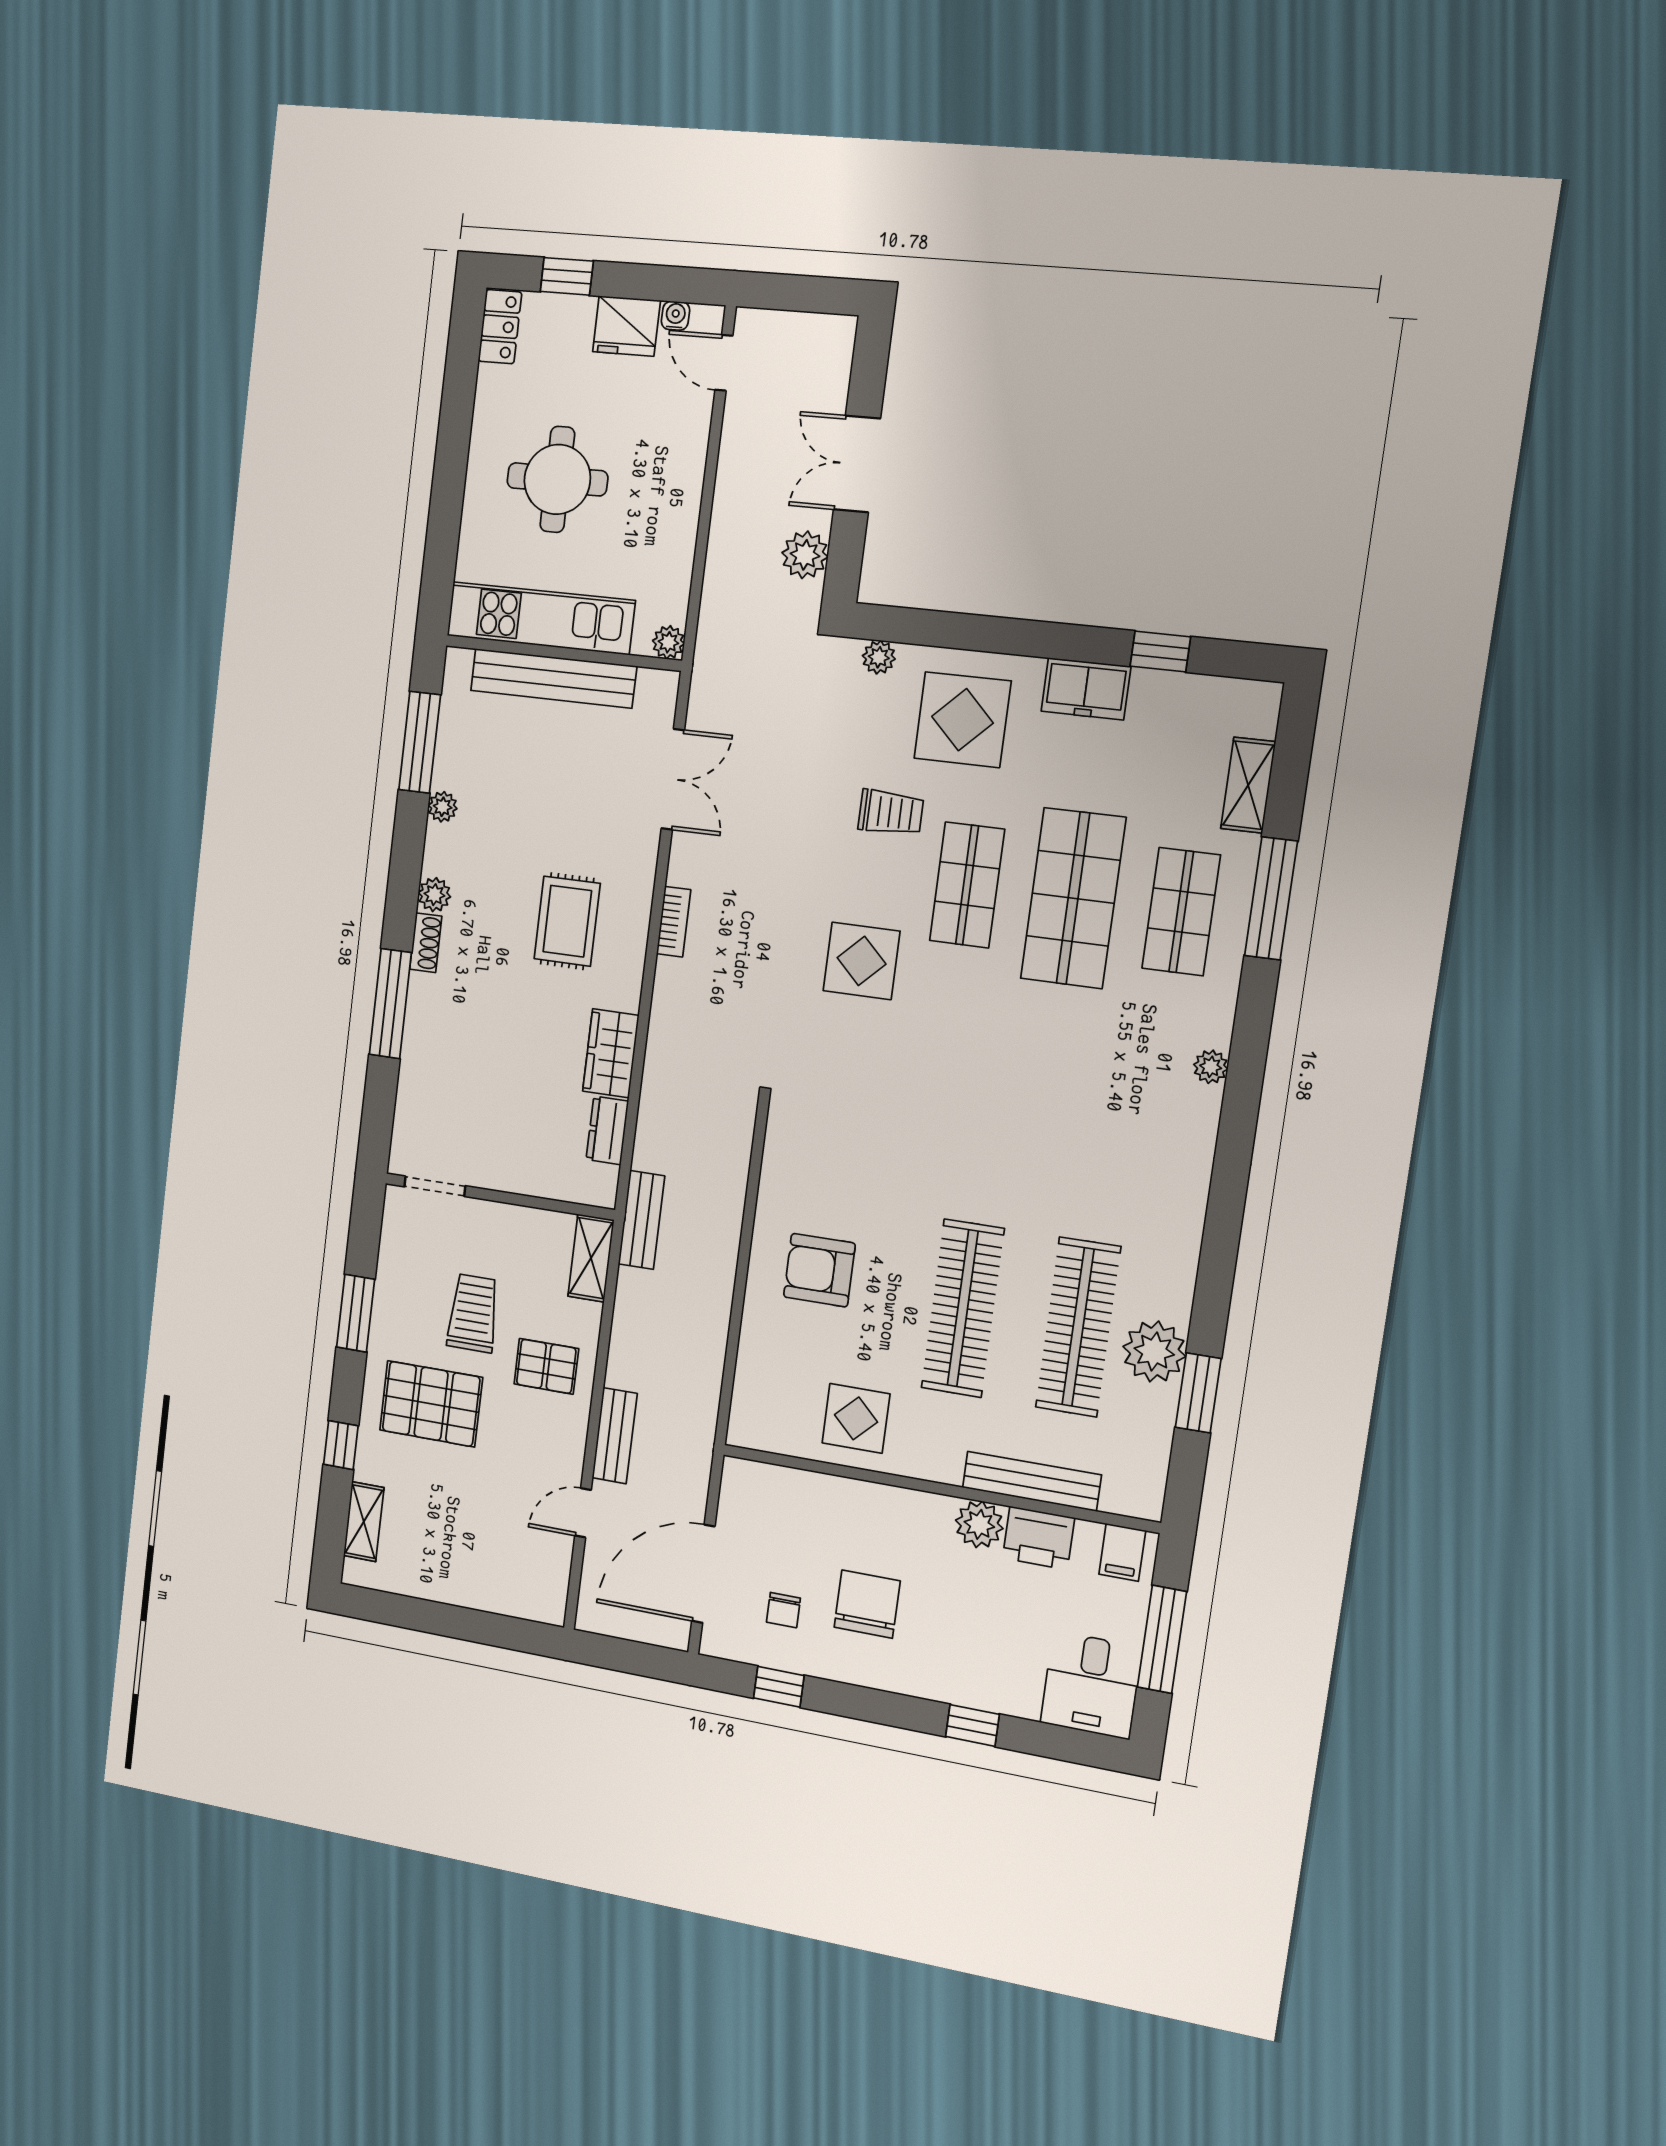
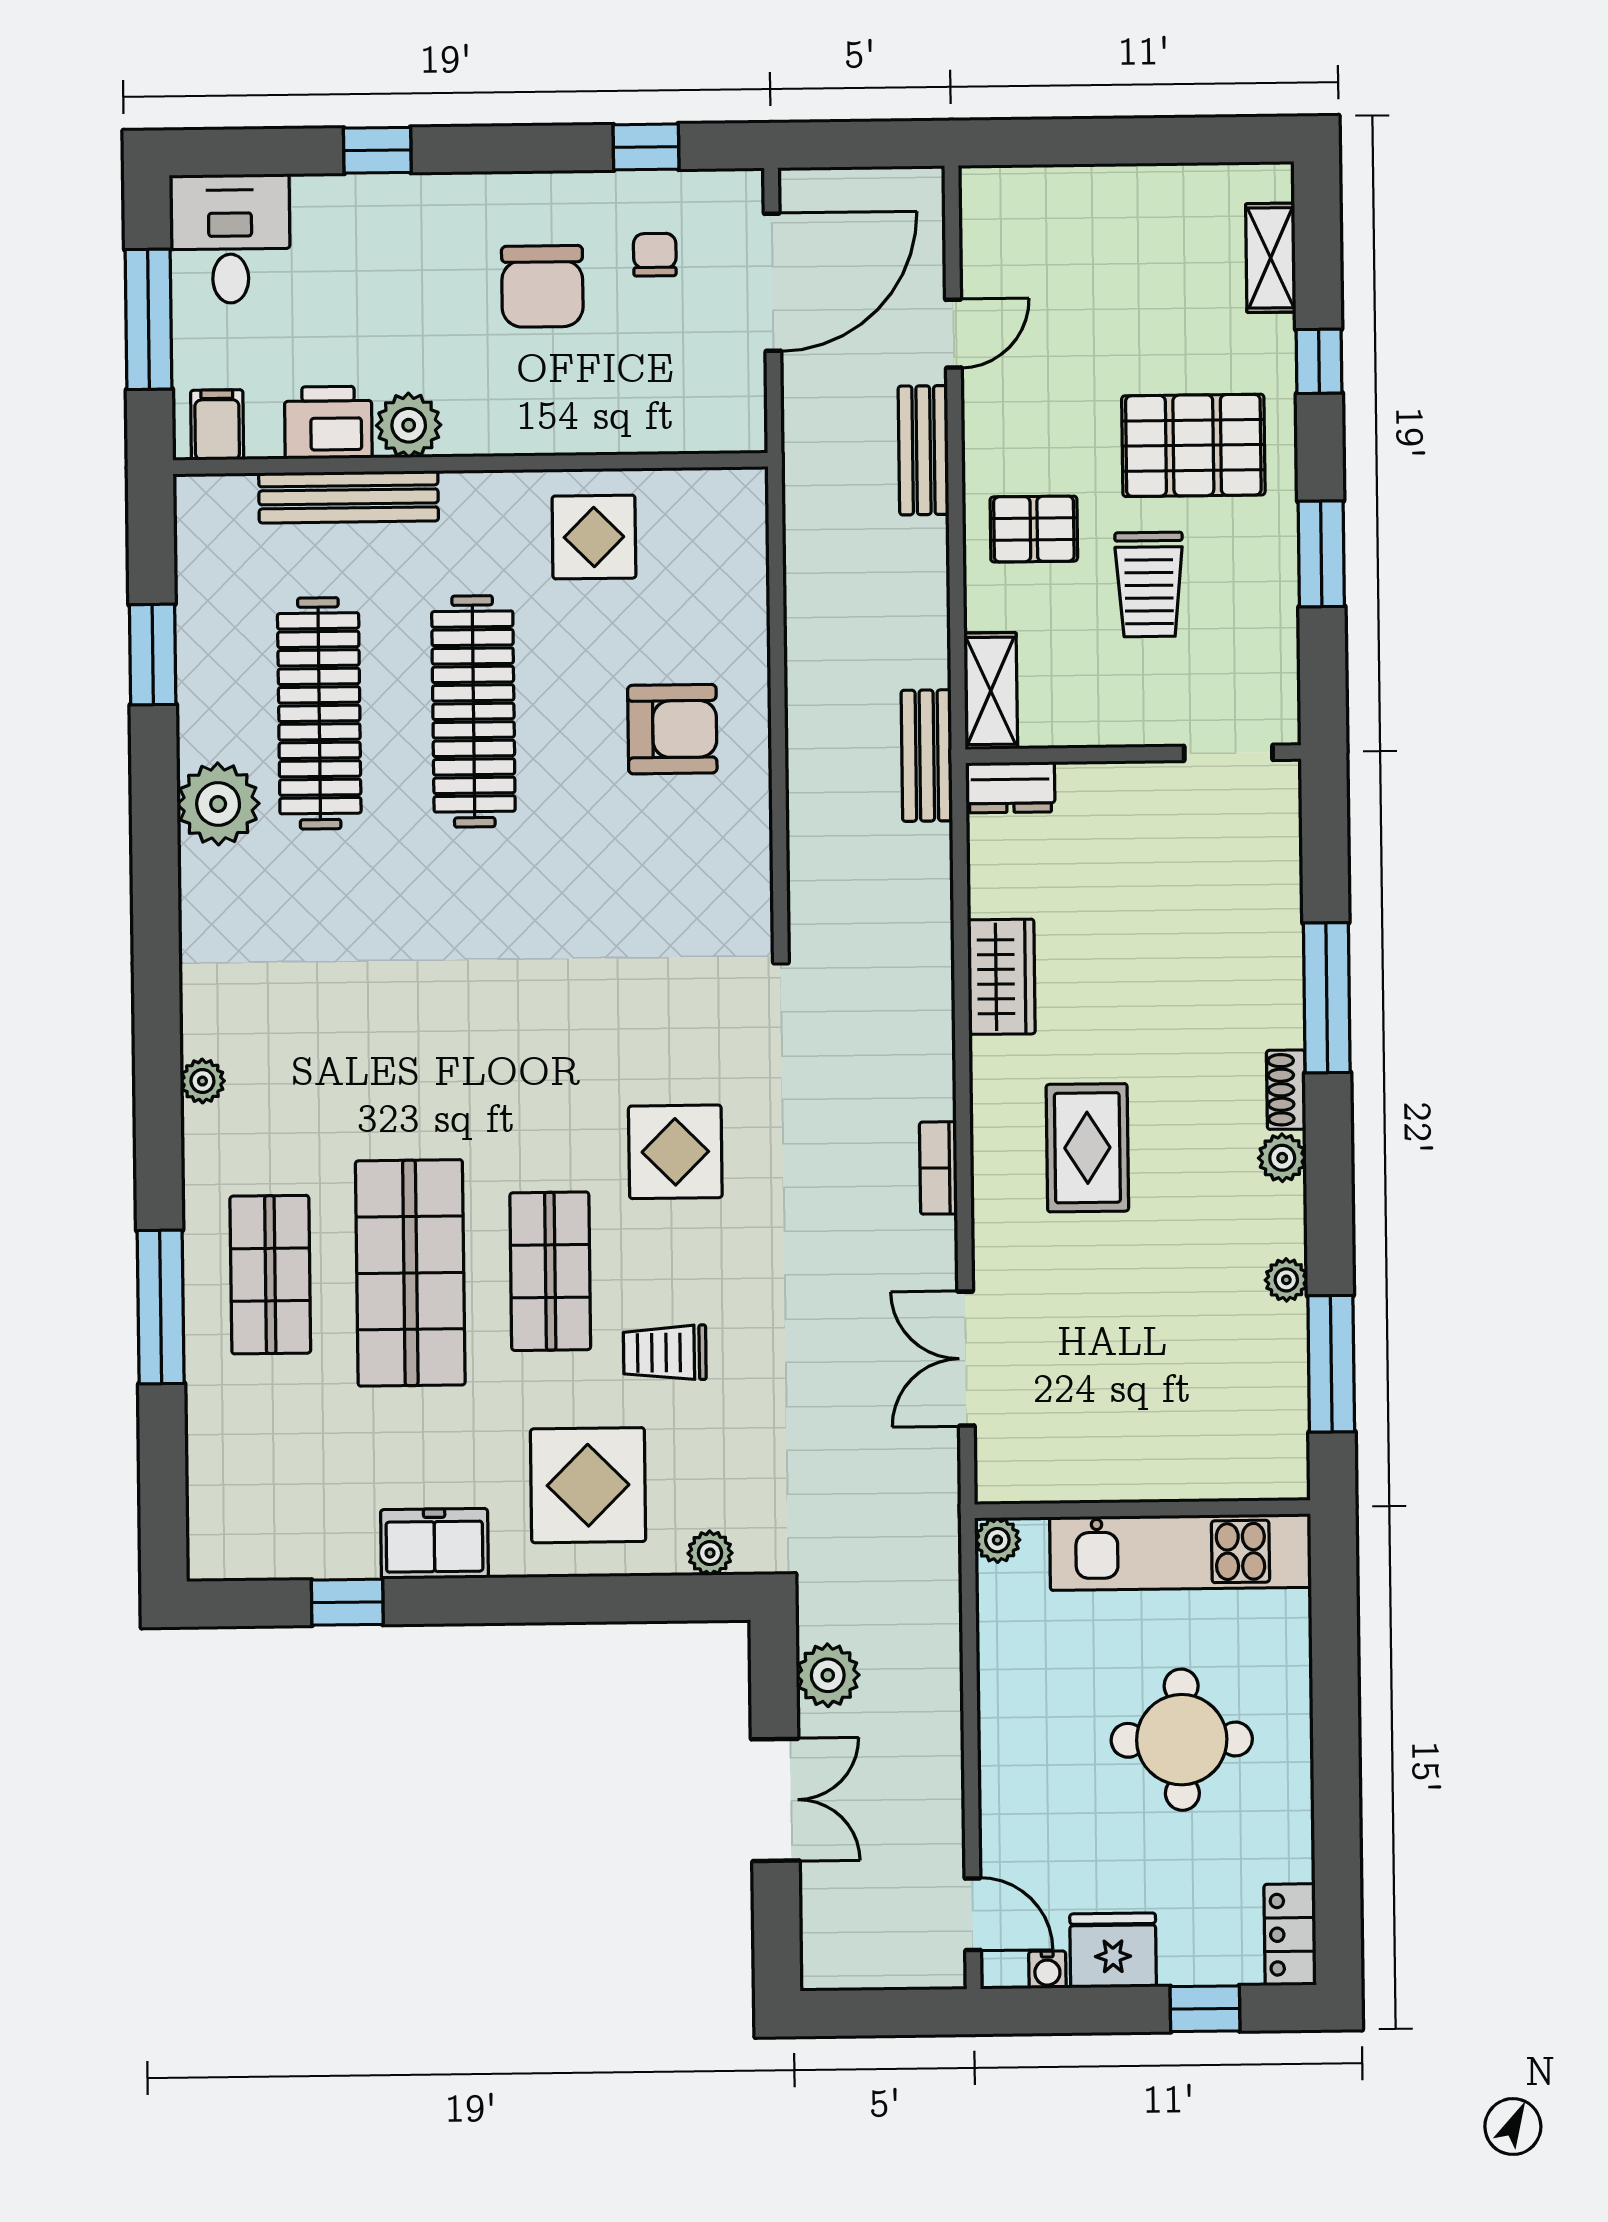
bench: (553, 678) -> (1152, 1474), removed
shelving: (1248, 785) -> (211, 1447), removed
dresser: (607, 1130) -> (1010, 787), moved, turned 90
plant: (1154, 1352) -> (218, 804), moved

